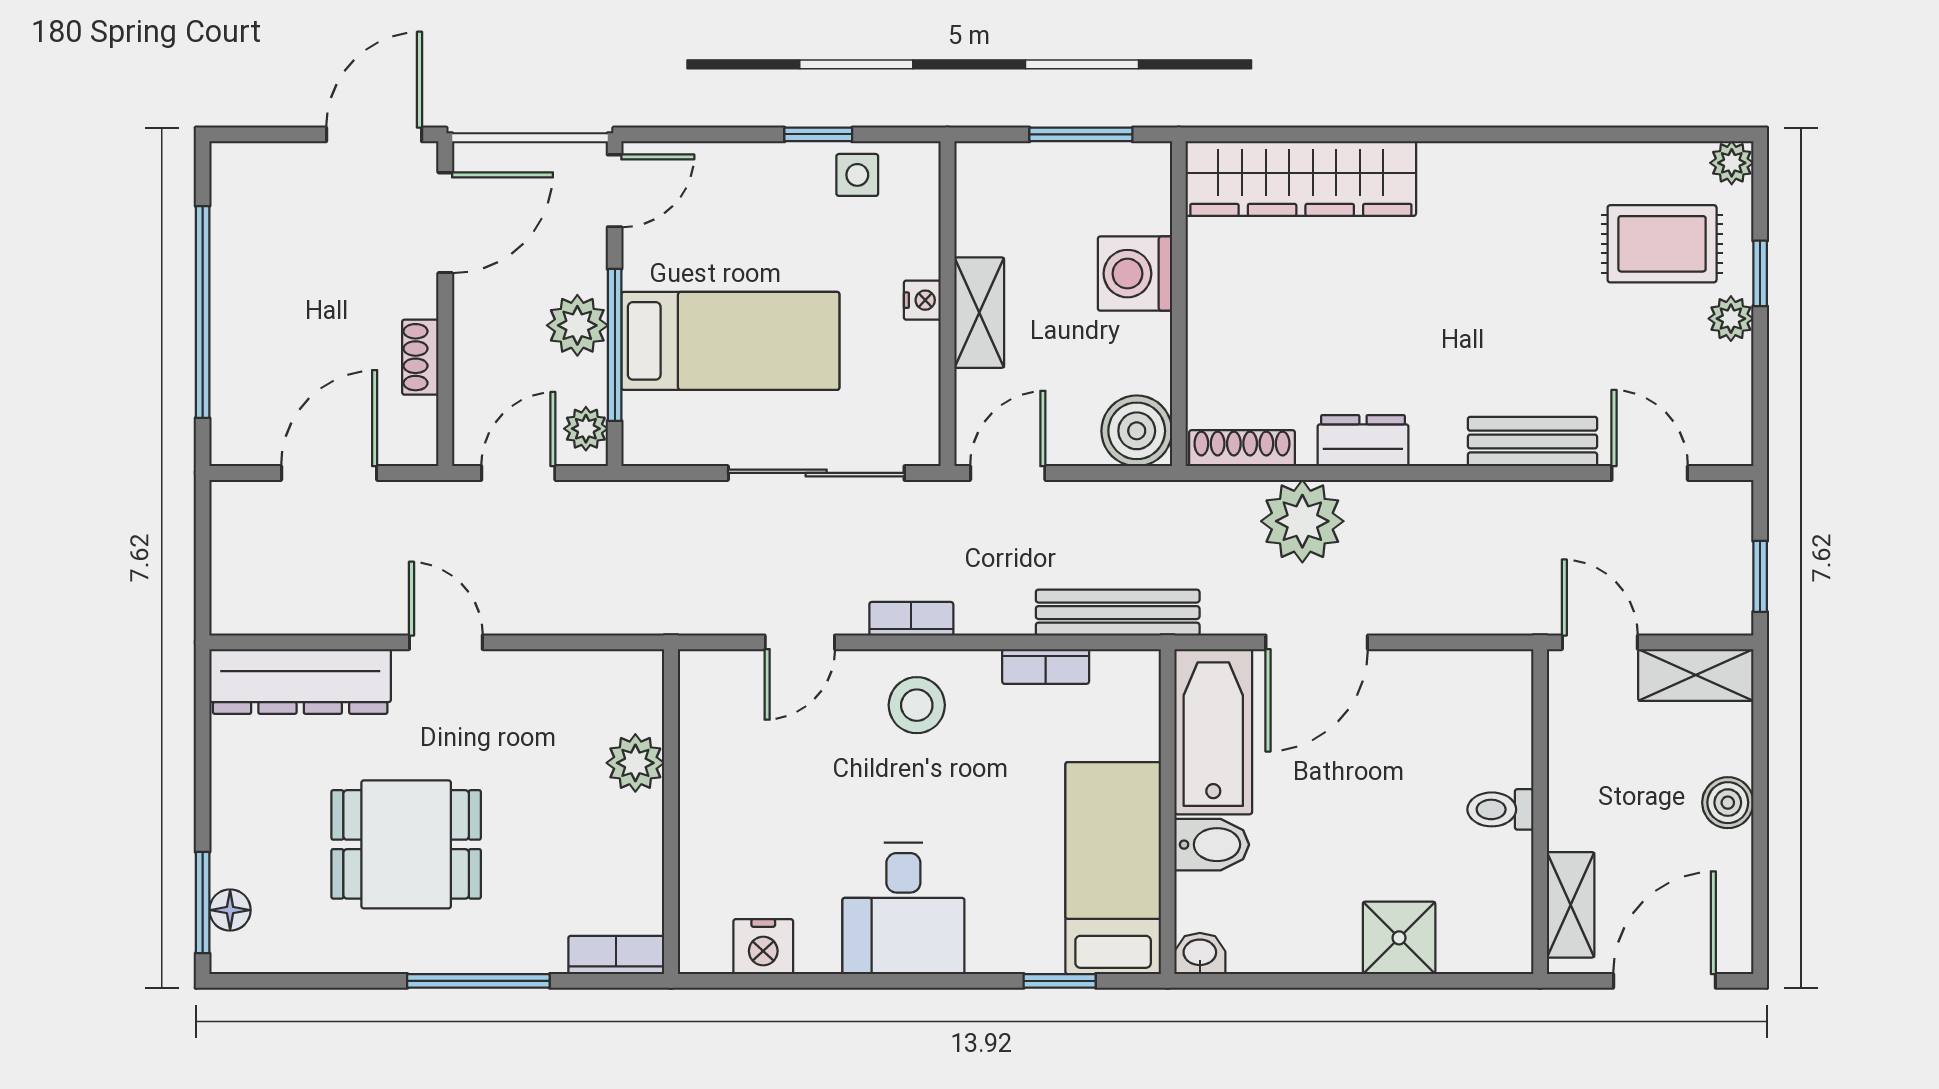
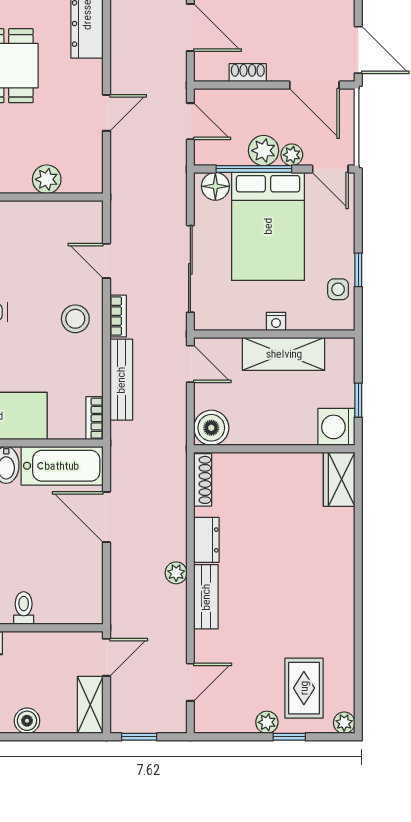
window: (1081, 134) -> (358, 400), width x0.67
wardrobe: (1301, 178) -> (339, 479), width x0.48, depth x0.85
washing machine: (1135, 274) -> (336, 427), moved, turned -90
shelving: (979, 313) -> (284, 354), width x1.50, depth x1.33
bed: (730, 341) -> (268, 226), width x1.50
floor lamp: (649, 423) -> (215, 186), added
plant: (586, 429) -> (292, 155), moved
bench: (1532, 442) -> (206, 597), moved
plant: (1302, 521) -> (176, 573), moved, width x0.53, depth x0.53
bench: (1118, 613) -> (121, 380), moved
door: (446, 642) -> (106, 113), moved
bookcase: (1046, 666) -> (94, 418), moved

